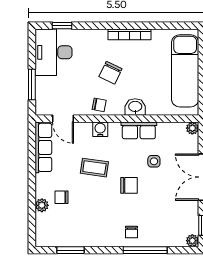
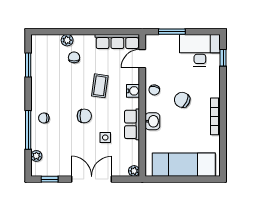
chair: (129, 185) -> (84, 116), turned -90
plant: (192, 241) -> (36, 156), moved

